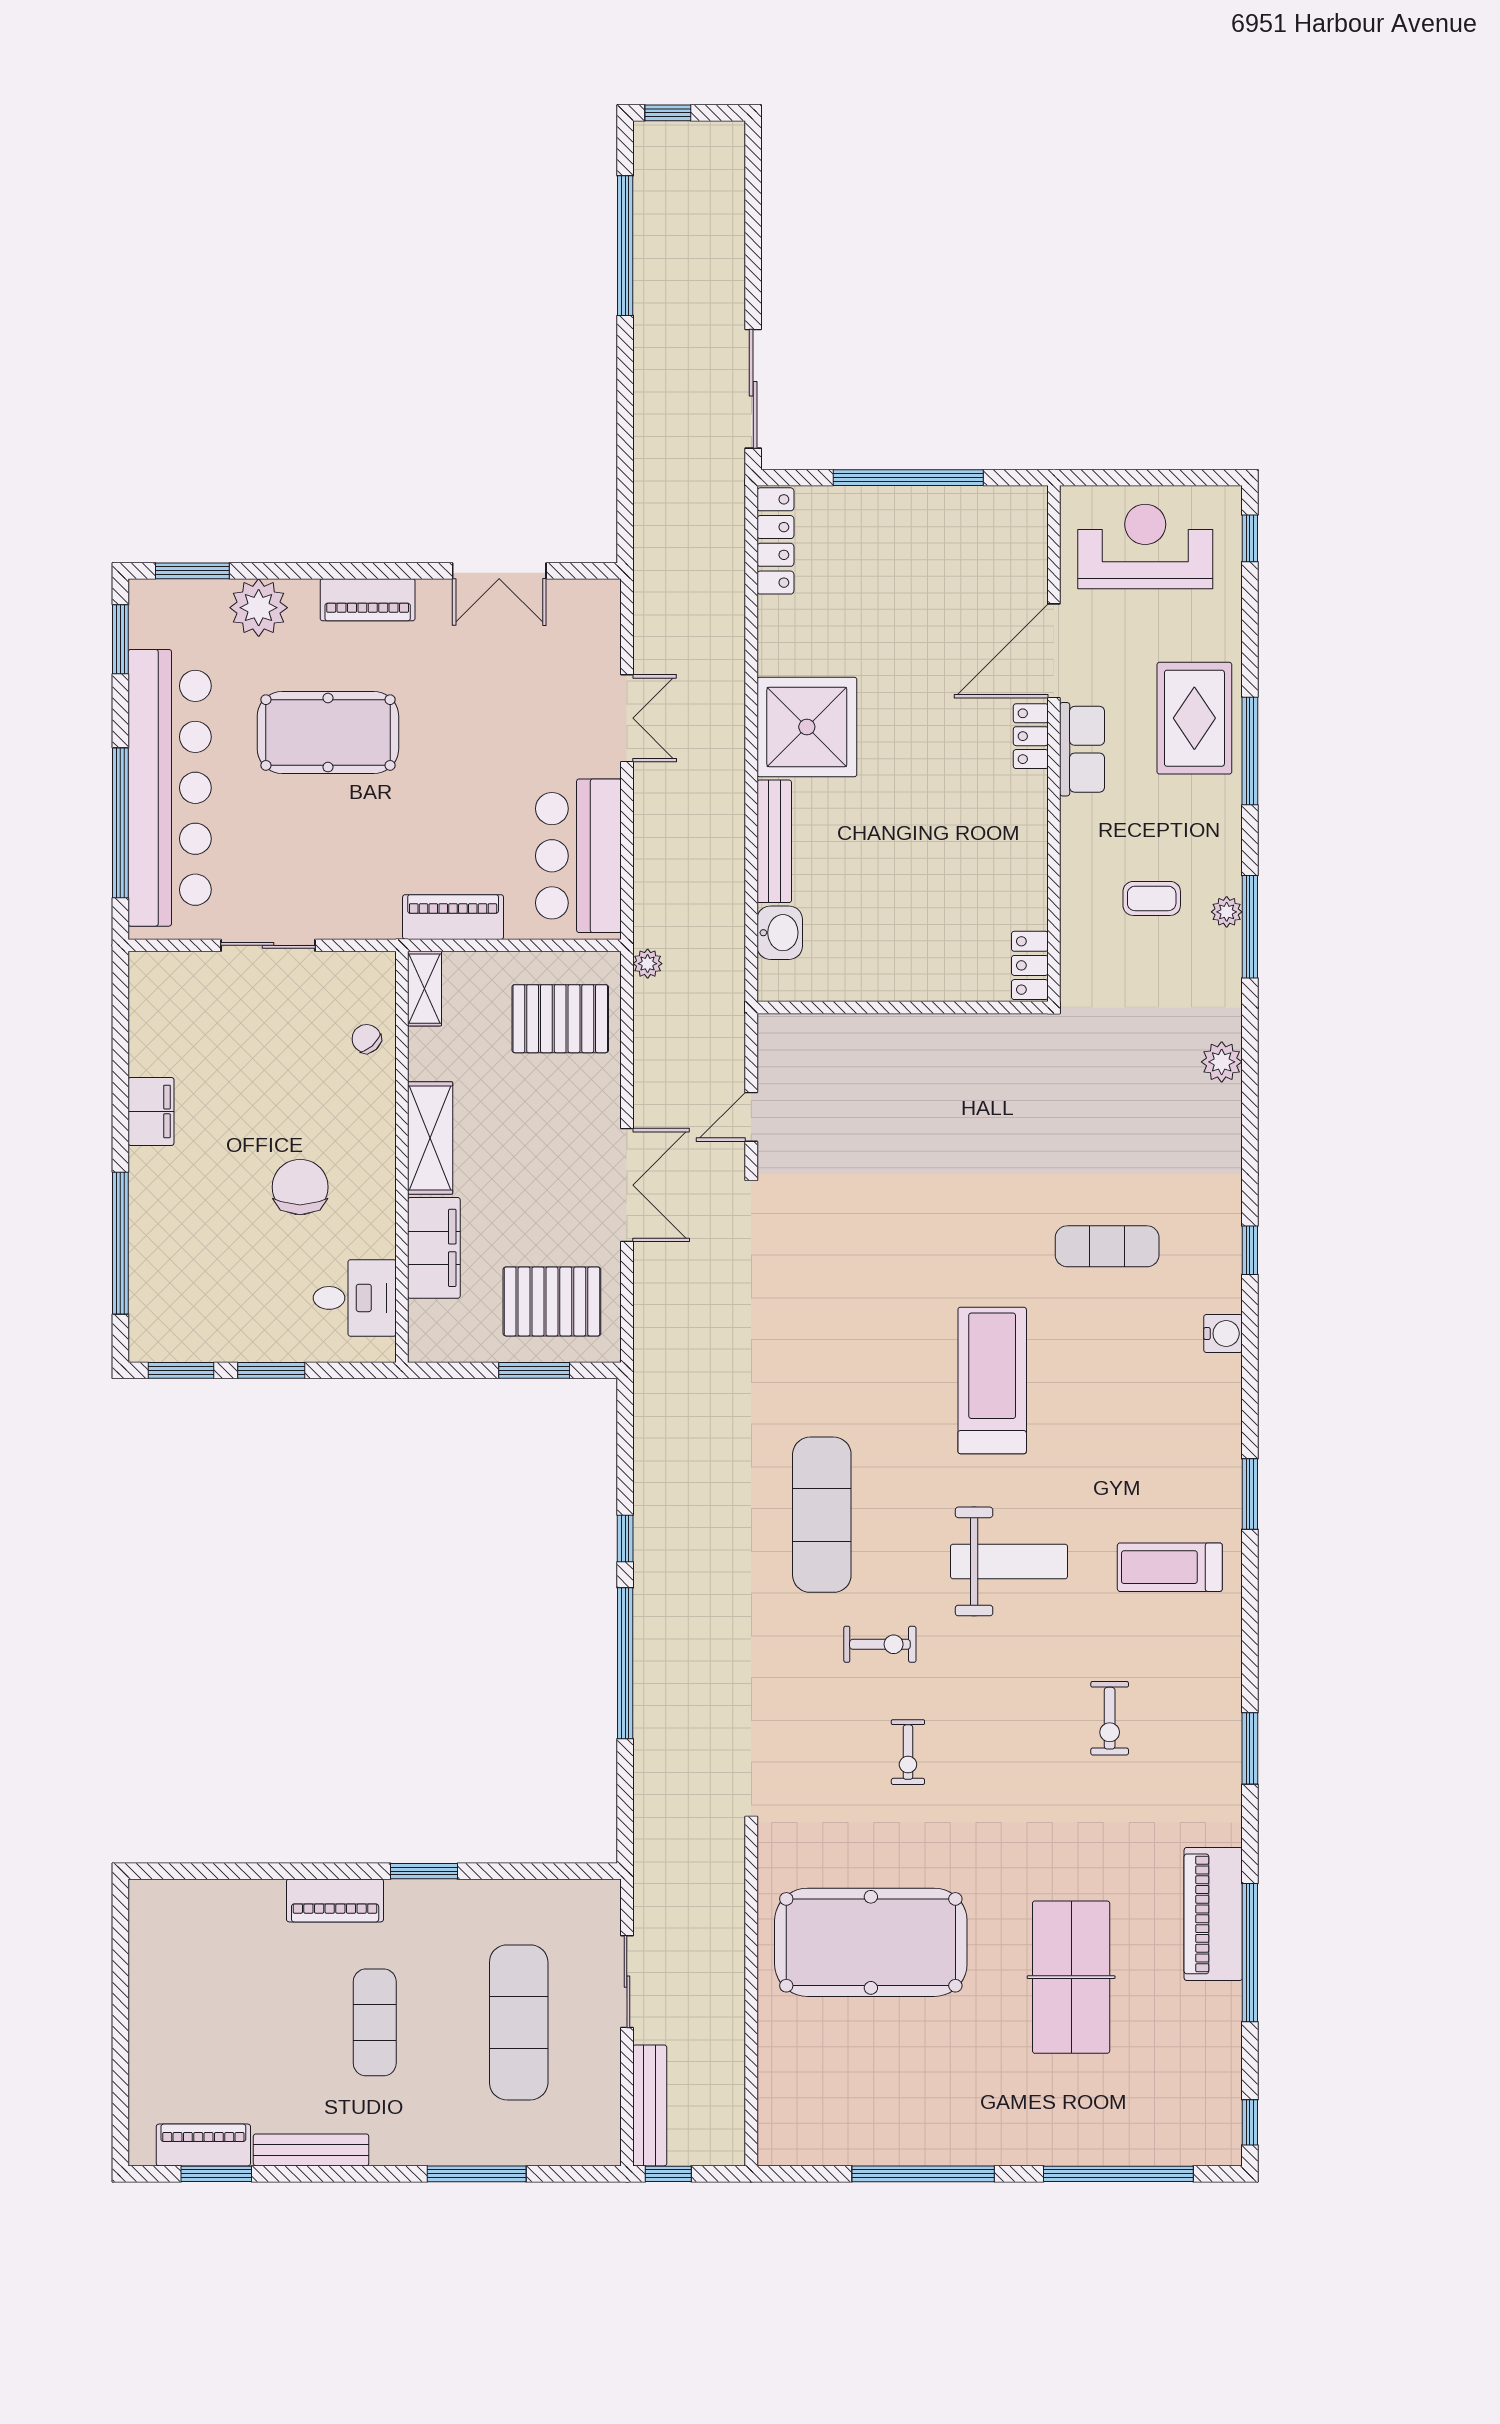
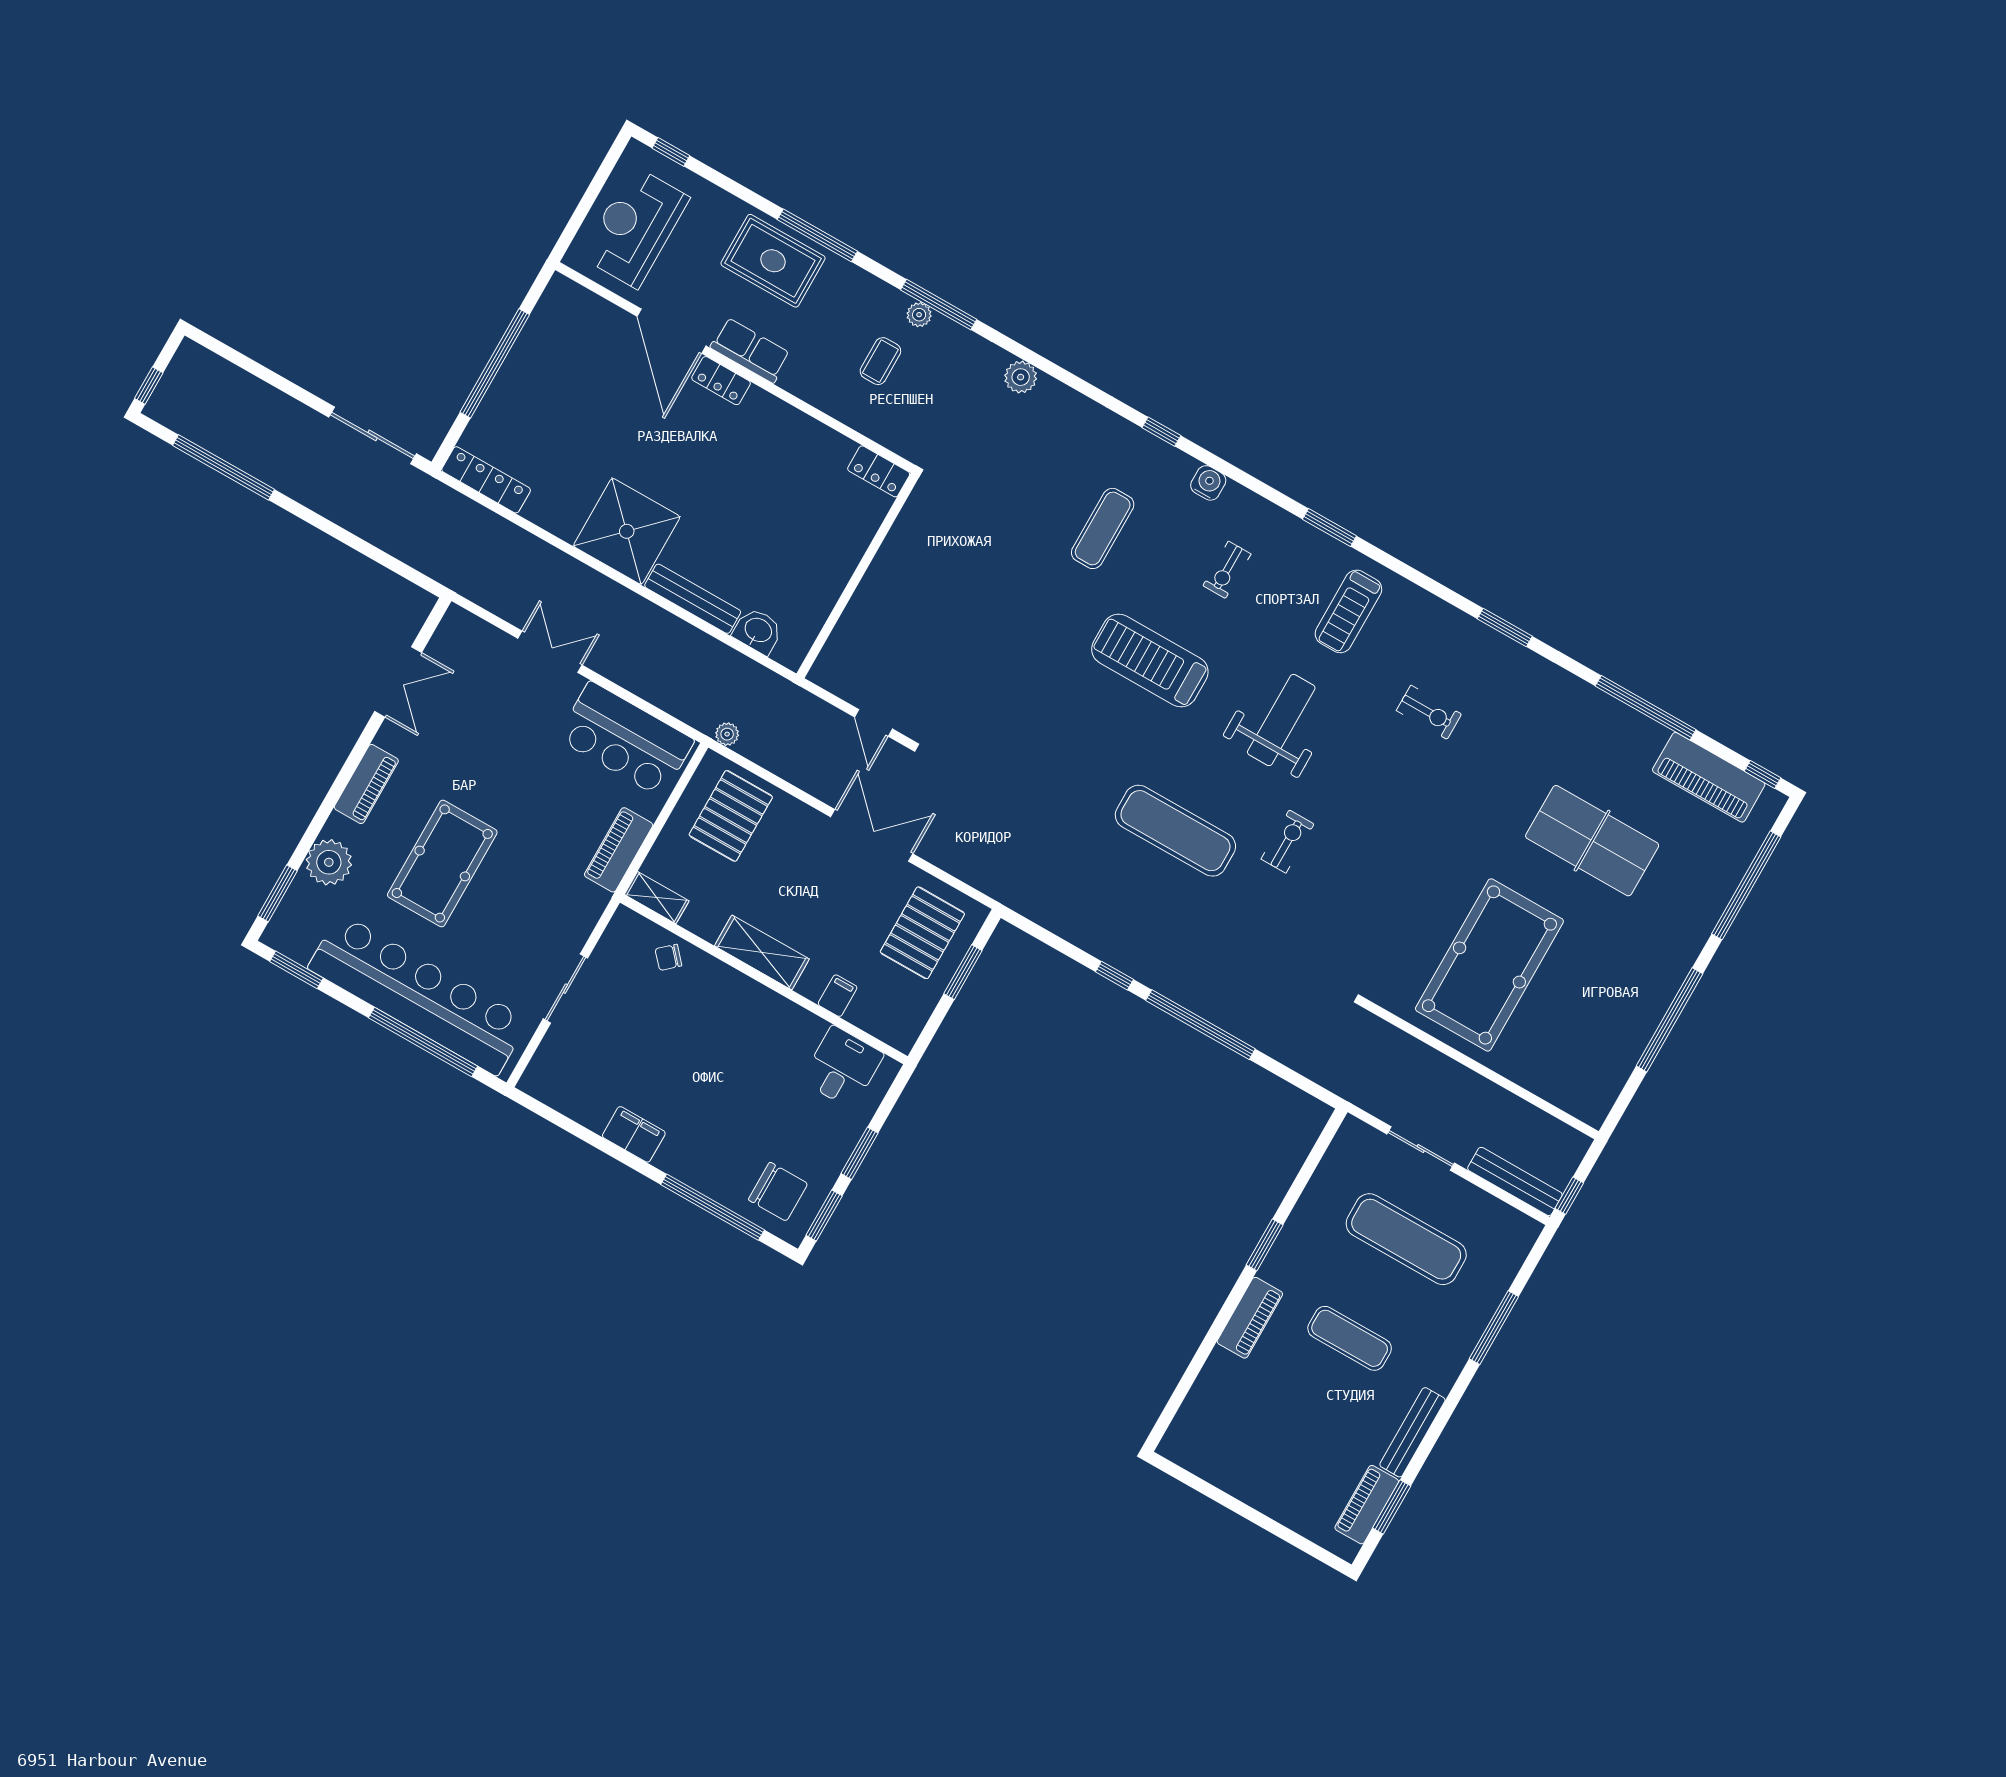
chair: (300, 1187) -> (778, 1192), moved, turned 180
filing cabinet: (434, 1248) -> (838, 996), width x0.33, depth x0.86
exercise bike: (908, 1752) -> (1227, 570), moved, turned 90
piano: (1213, 1914) -> (1709, 777), moved

